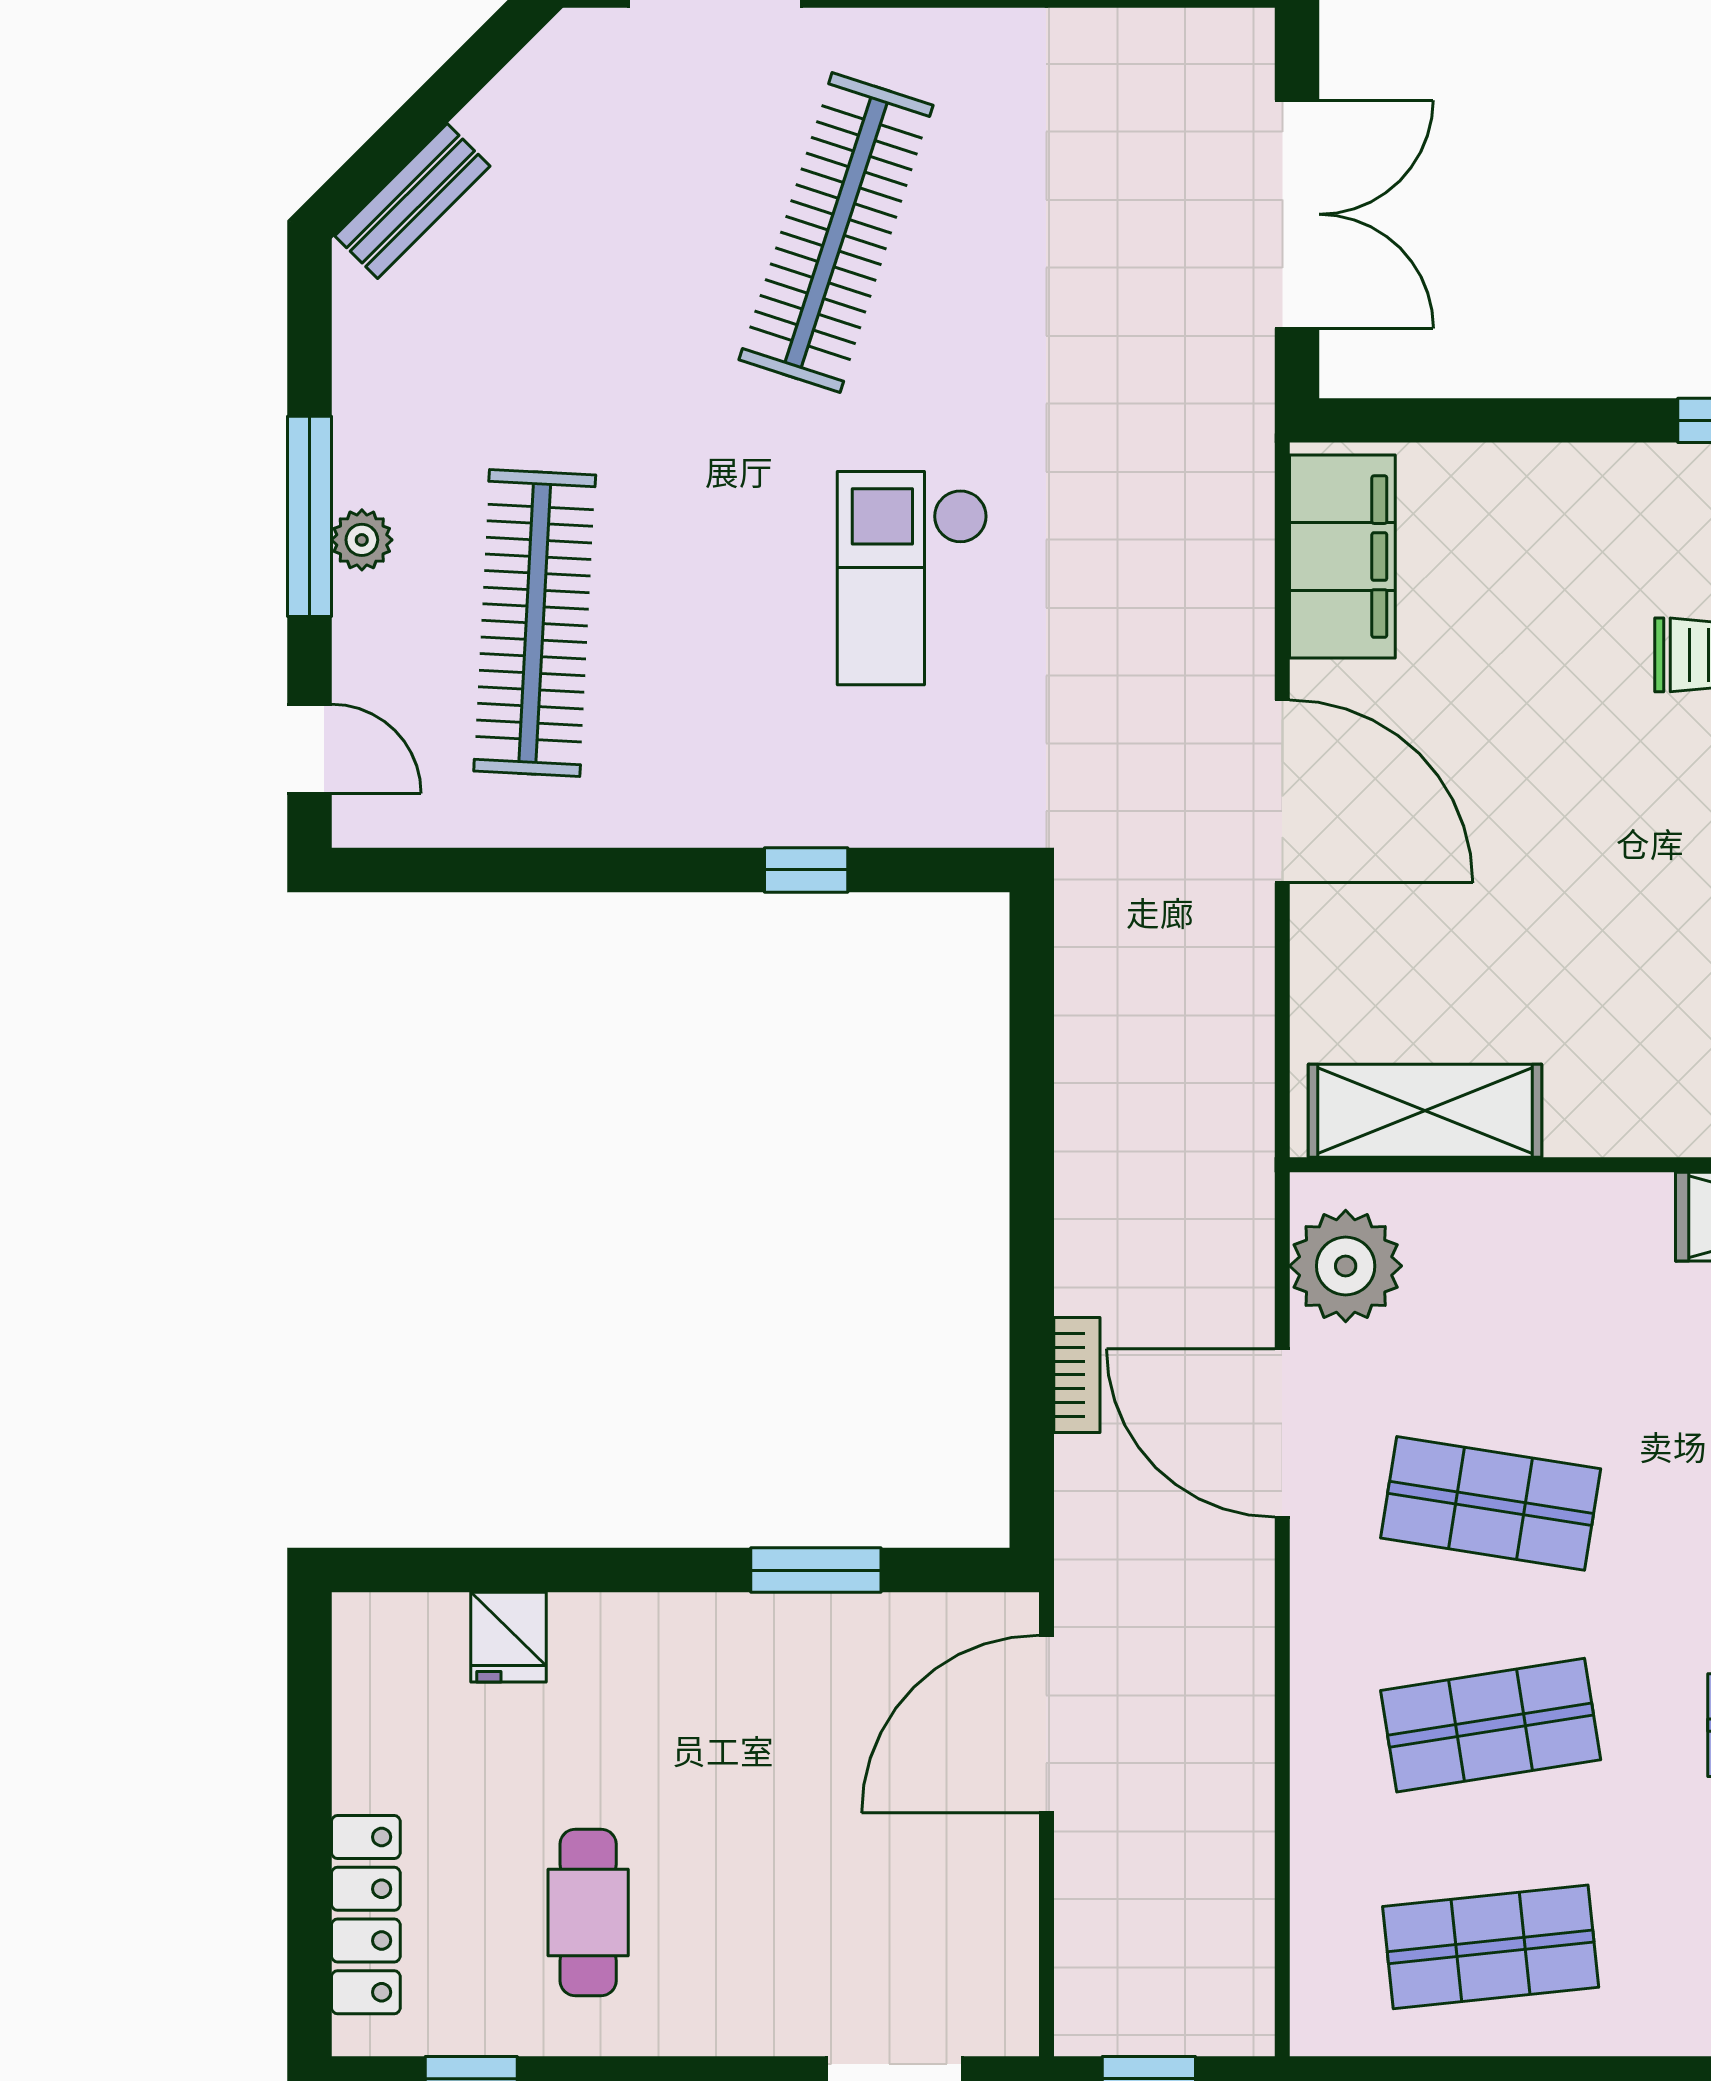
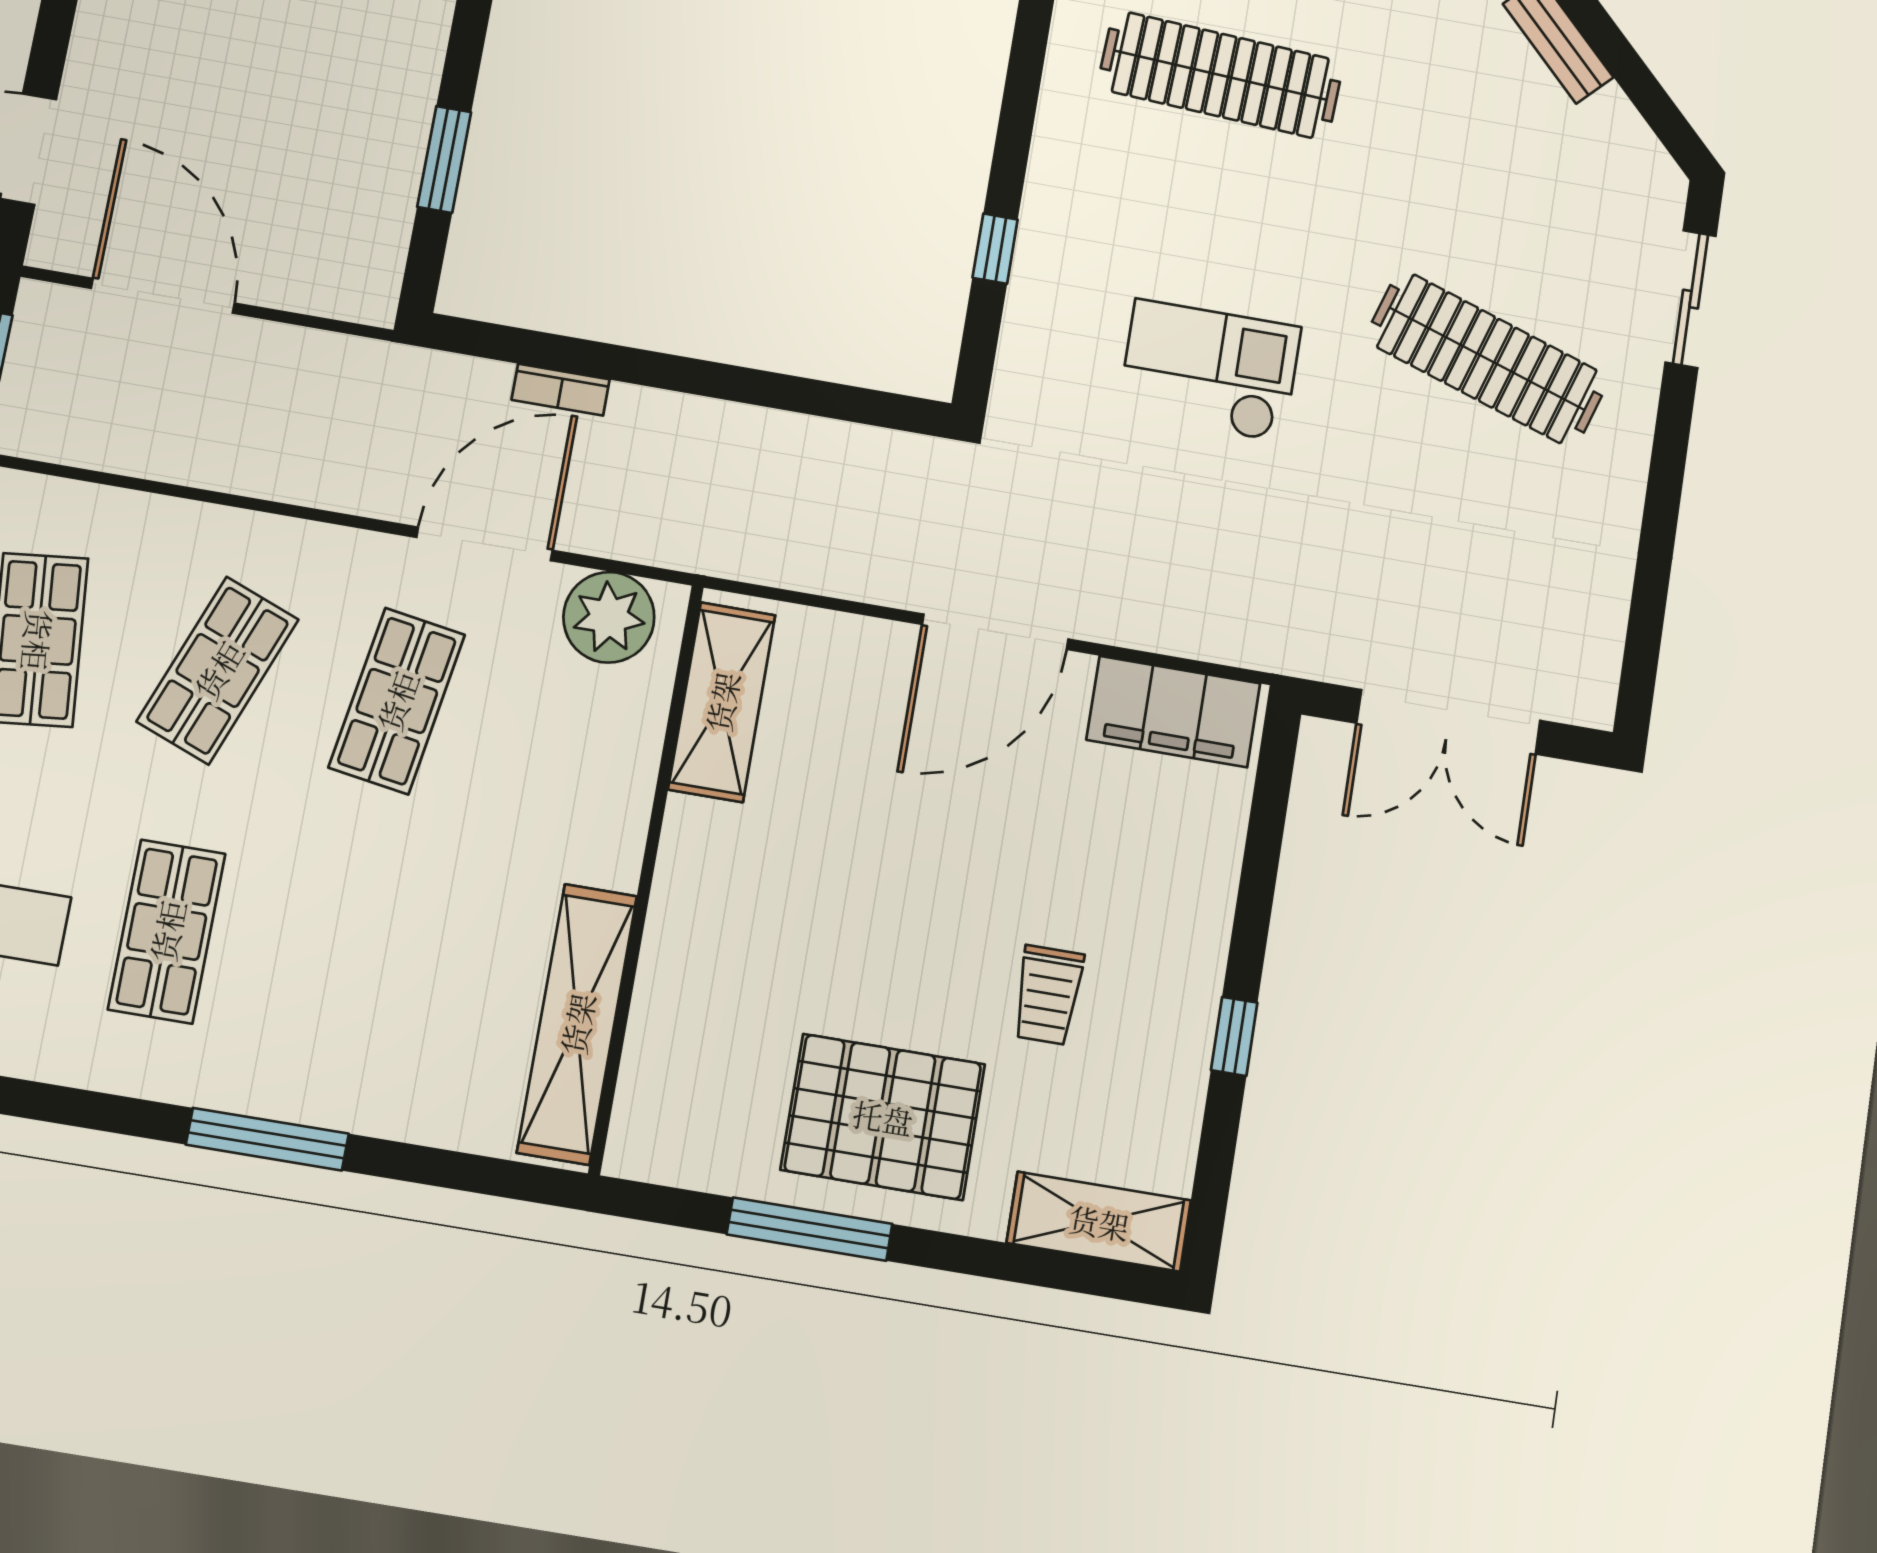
door: (1046, 1724) -> (163, 296), moved
shop shelf: (1491, 1725) -> (218, 670), turned 30

